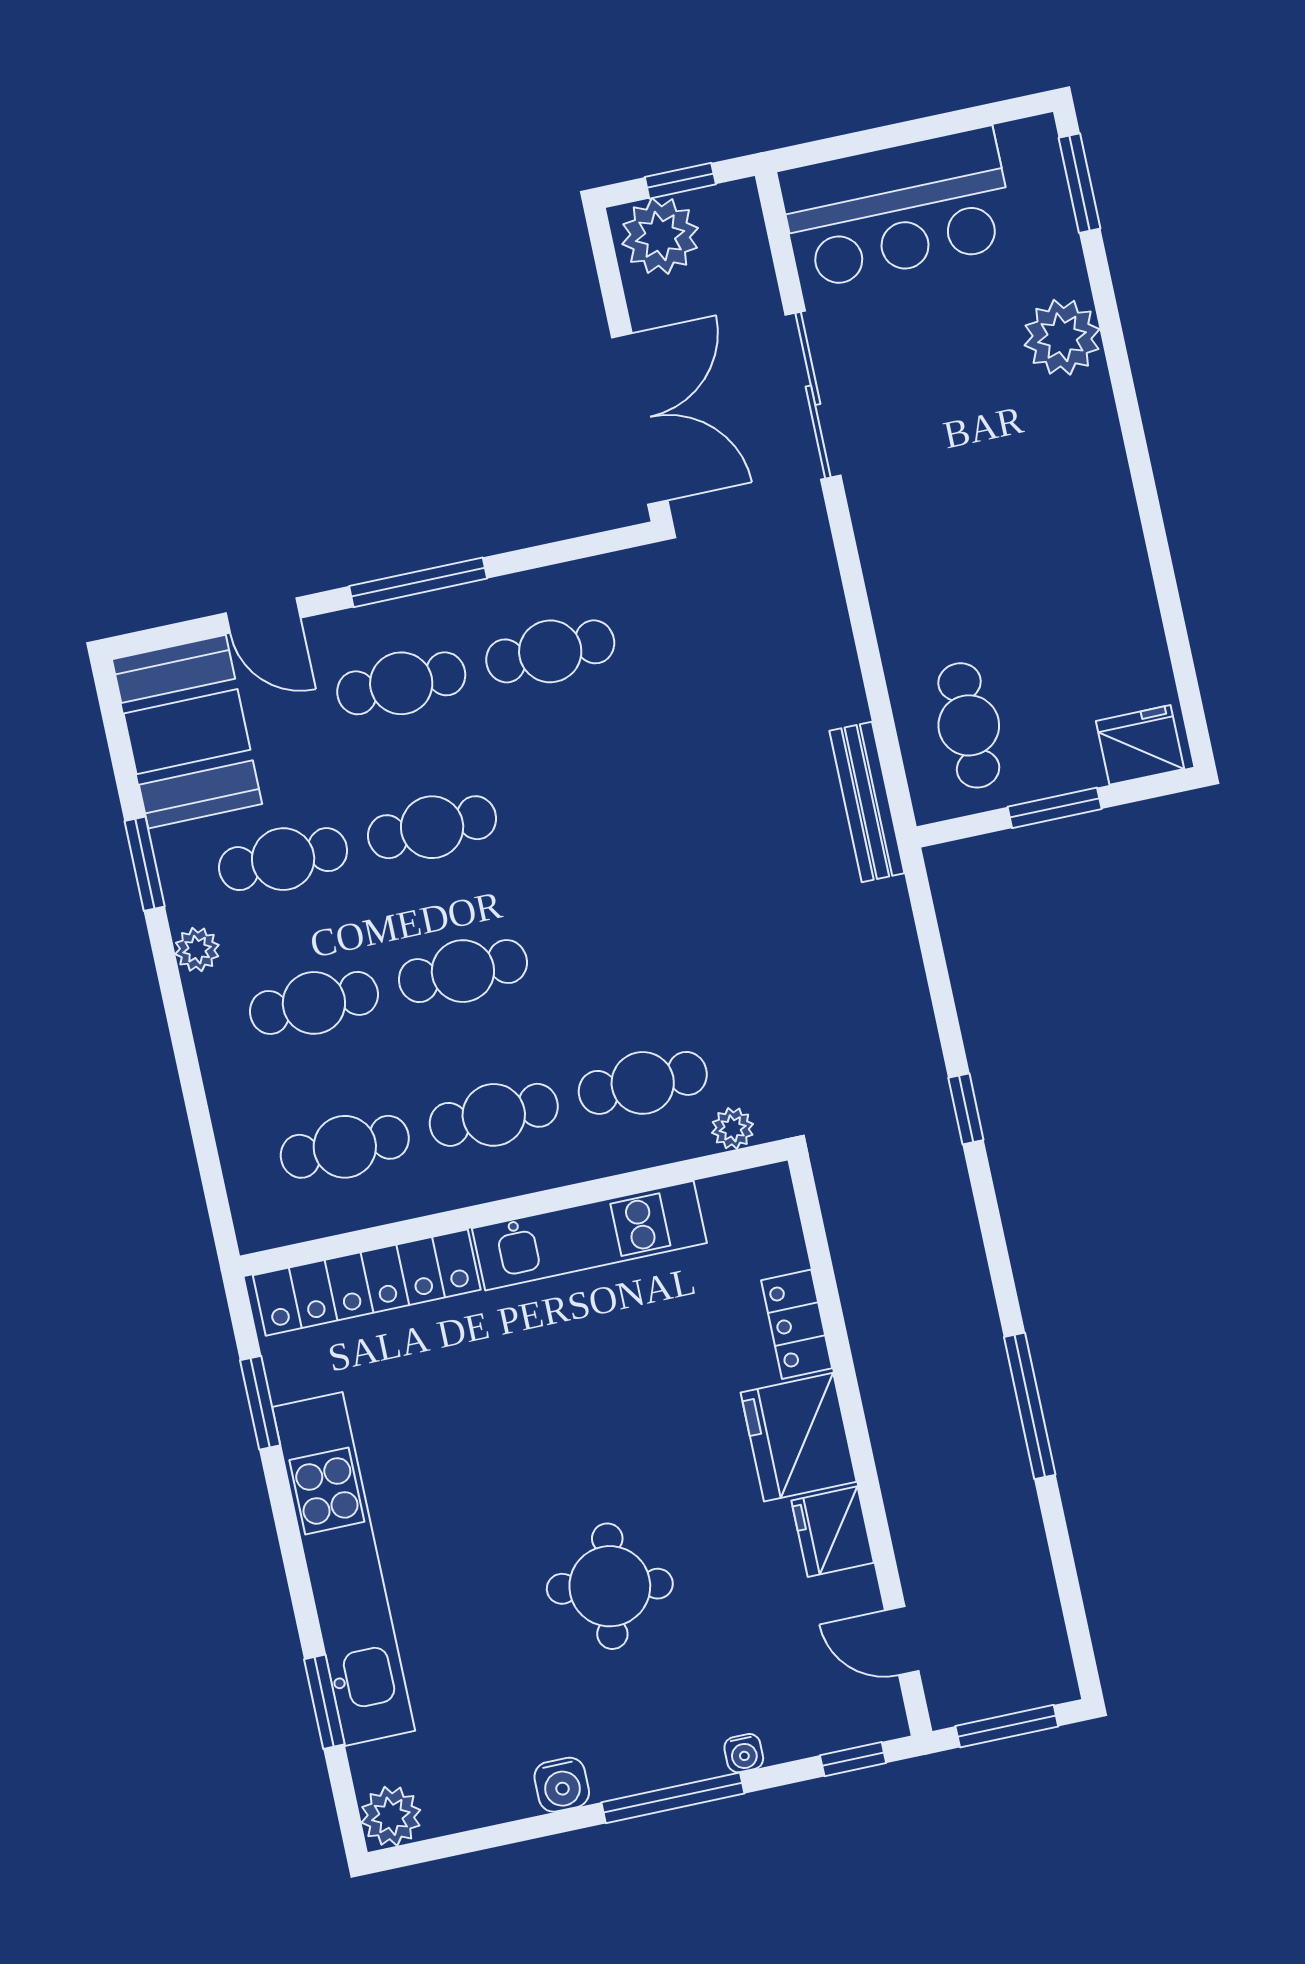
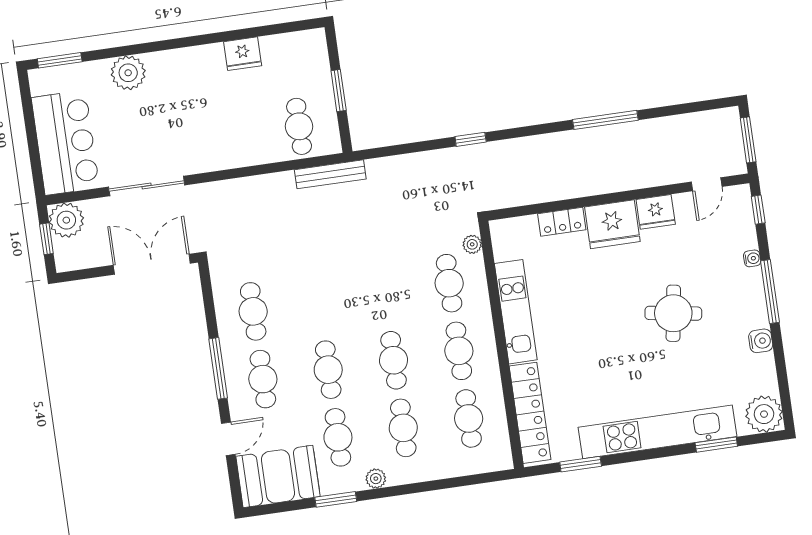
plant: (660, 236) -> (66, 220), moved
cafe table: (969, 725) -> (299, 126), turned 90
fridge: (1140, 745) -> (243, 54), moved, turned -90
plant: (391, 1816) -> (764, 414), width x1.36, depth x1.36

